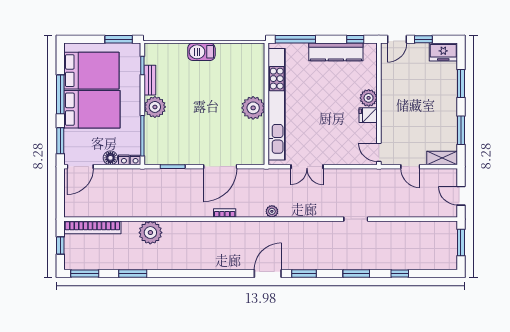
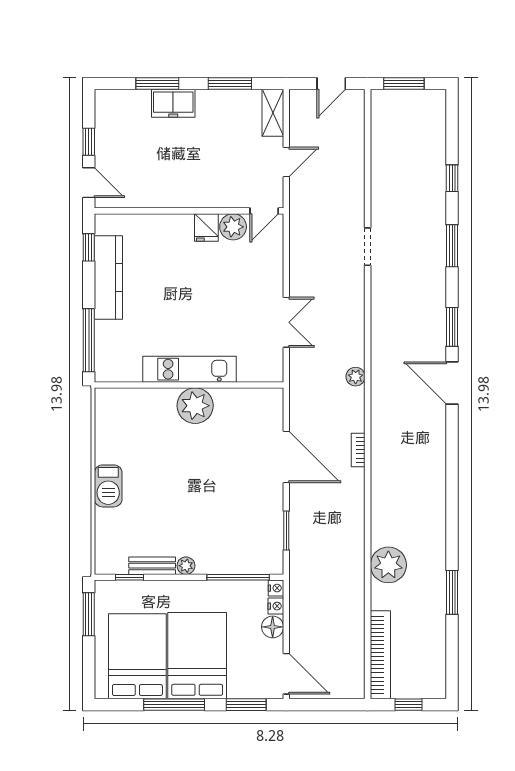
freezer: (443, 52) -> (173, 103), moved, turned 90
plant: (369, 98) -> (233, 227), moved
kitchen unit: (277, 104) -> (189, 369), width x0.54
plant: (155, 107) -> (186, 566), width x0.53, depth x0.53
window: (85, 274) -> (452, 667), removed

